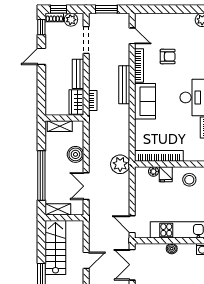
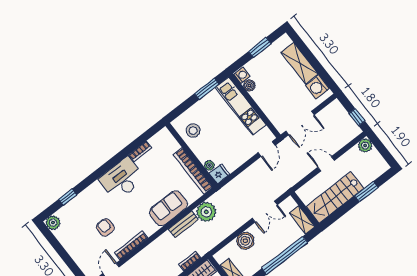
bench: (124, 85) -> (183, 224), moved, width x0.73
sofa: (145, 101) -> (168, 208), moved
plant: (120, 164) -> (206, 212), moved
fridge: (166, 174) -> (219, 174), moved
boiler: (172, 249) -> (249, 85), moved

